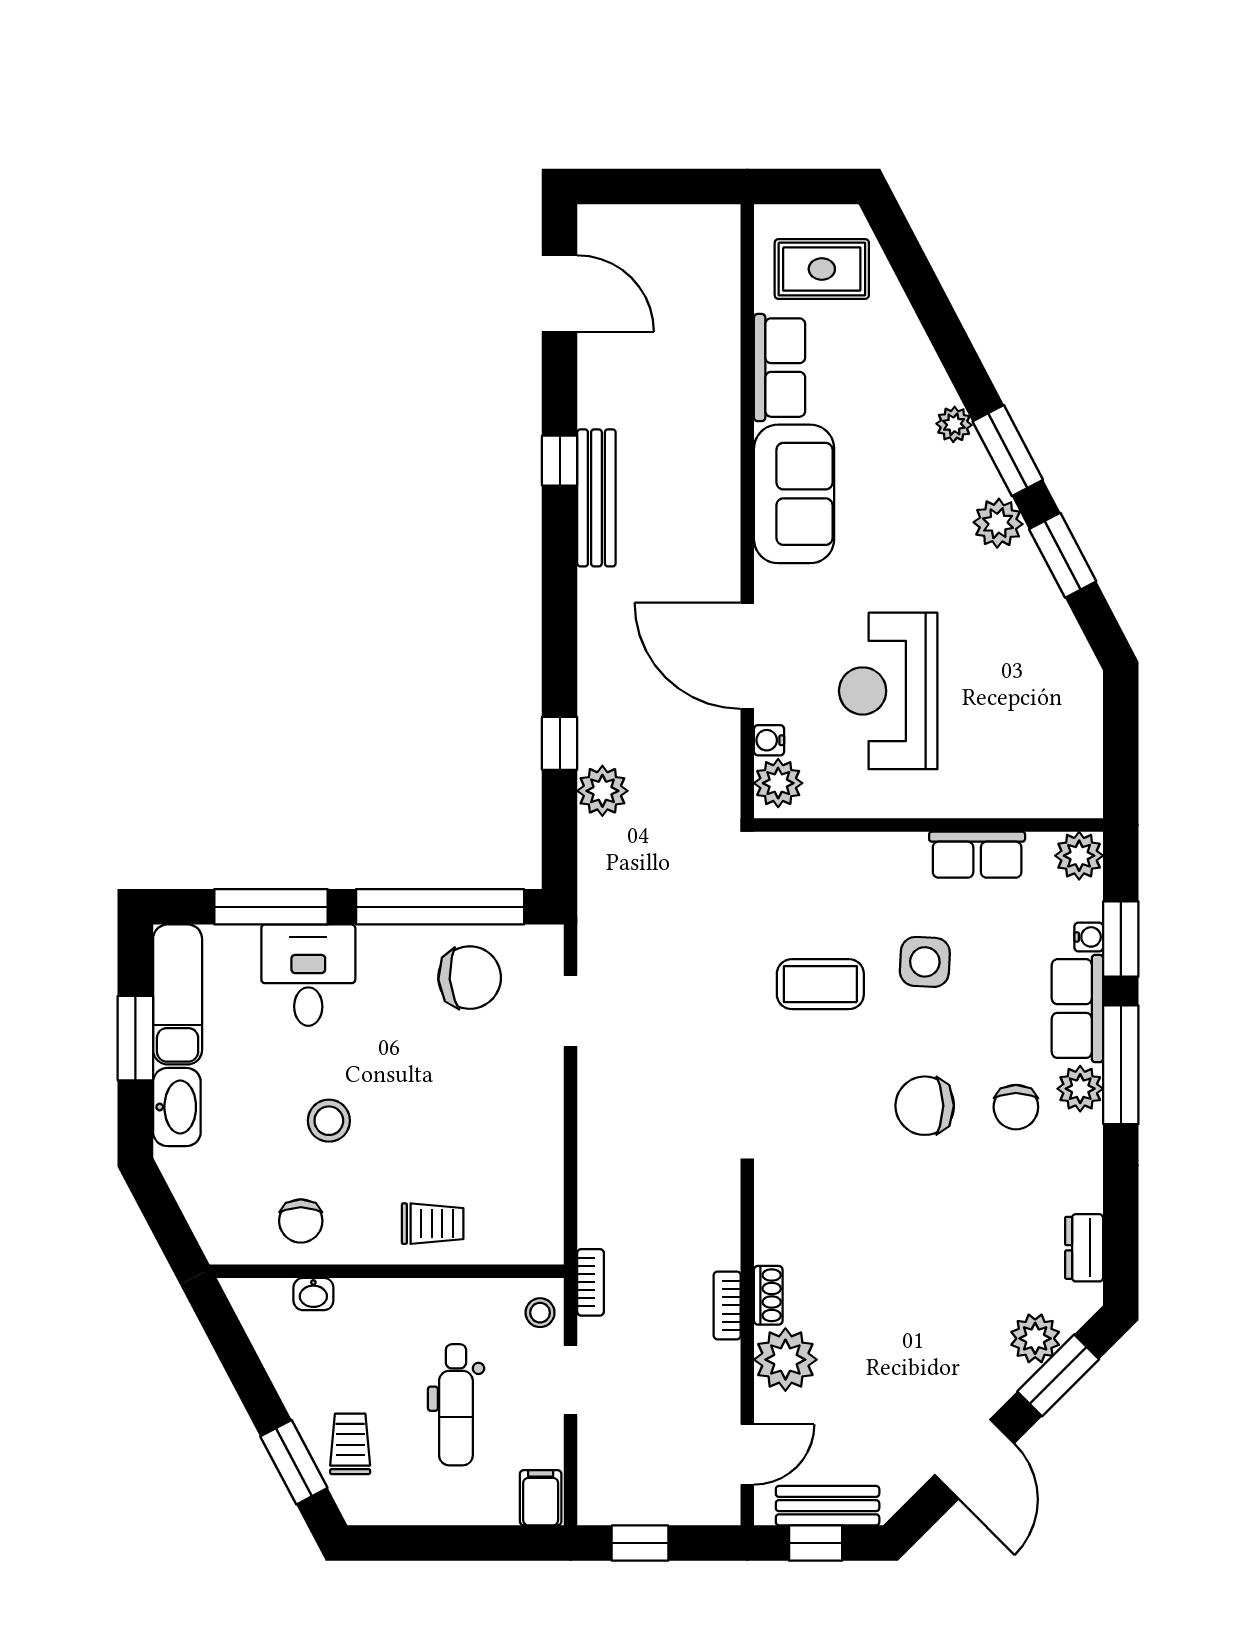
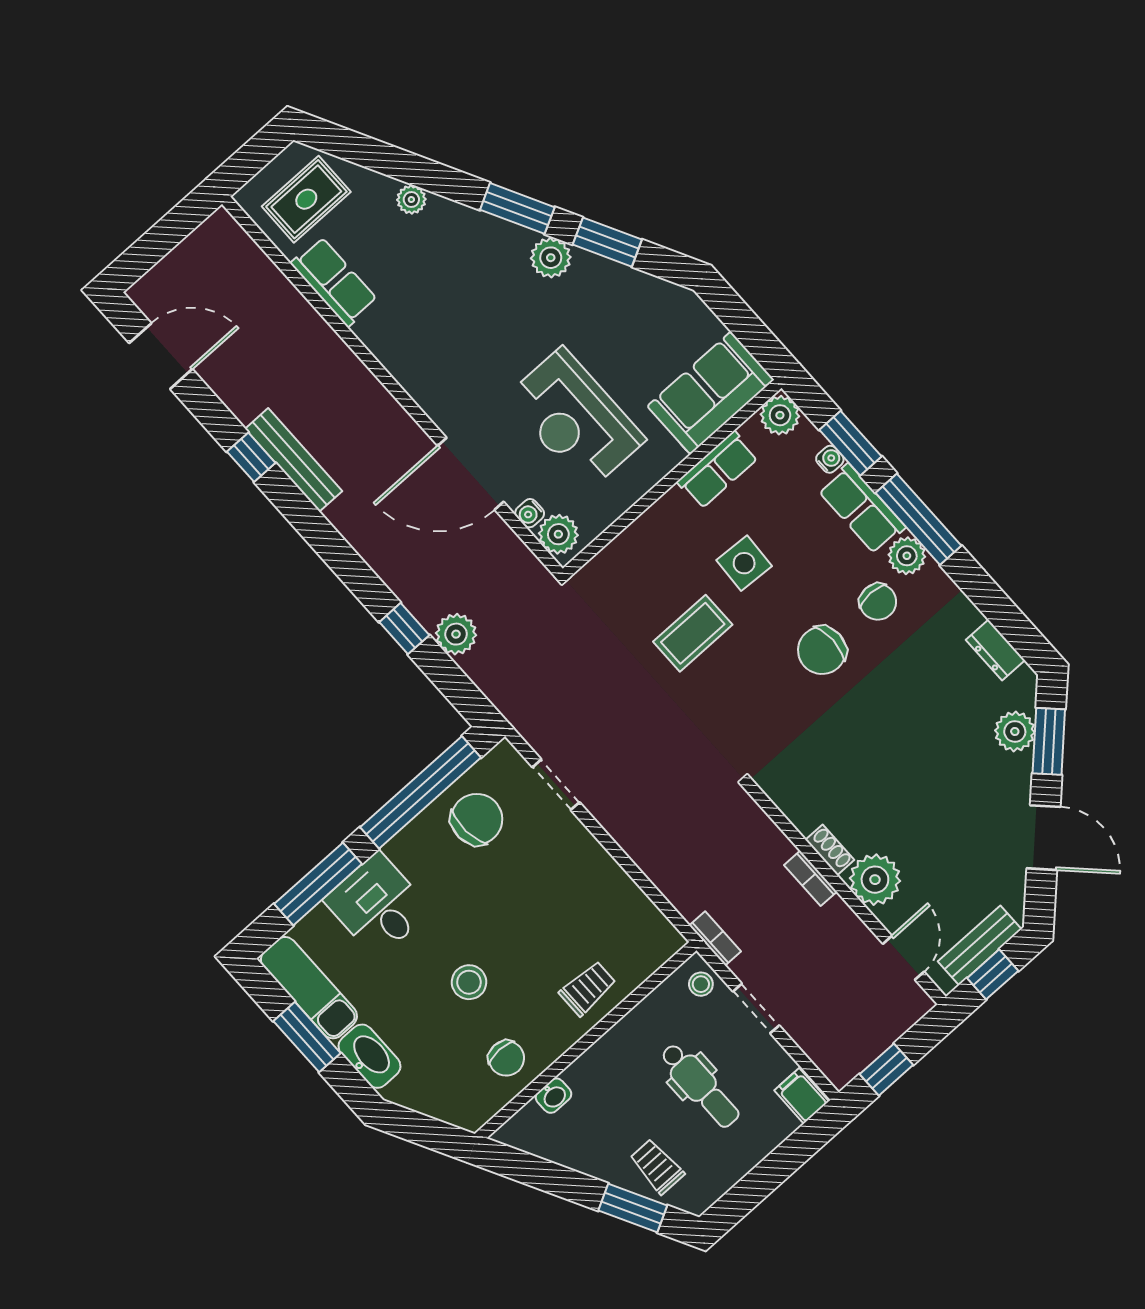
plant: (954, 424) -> (411, 199), moved
sofa: (794, 494) -> (711, 393), moved, turned -90

